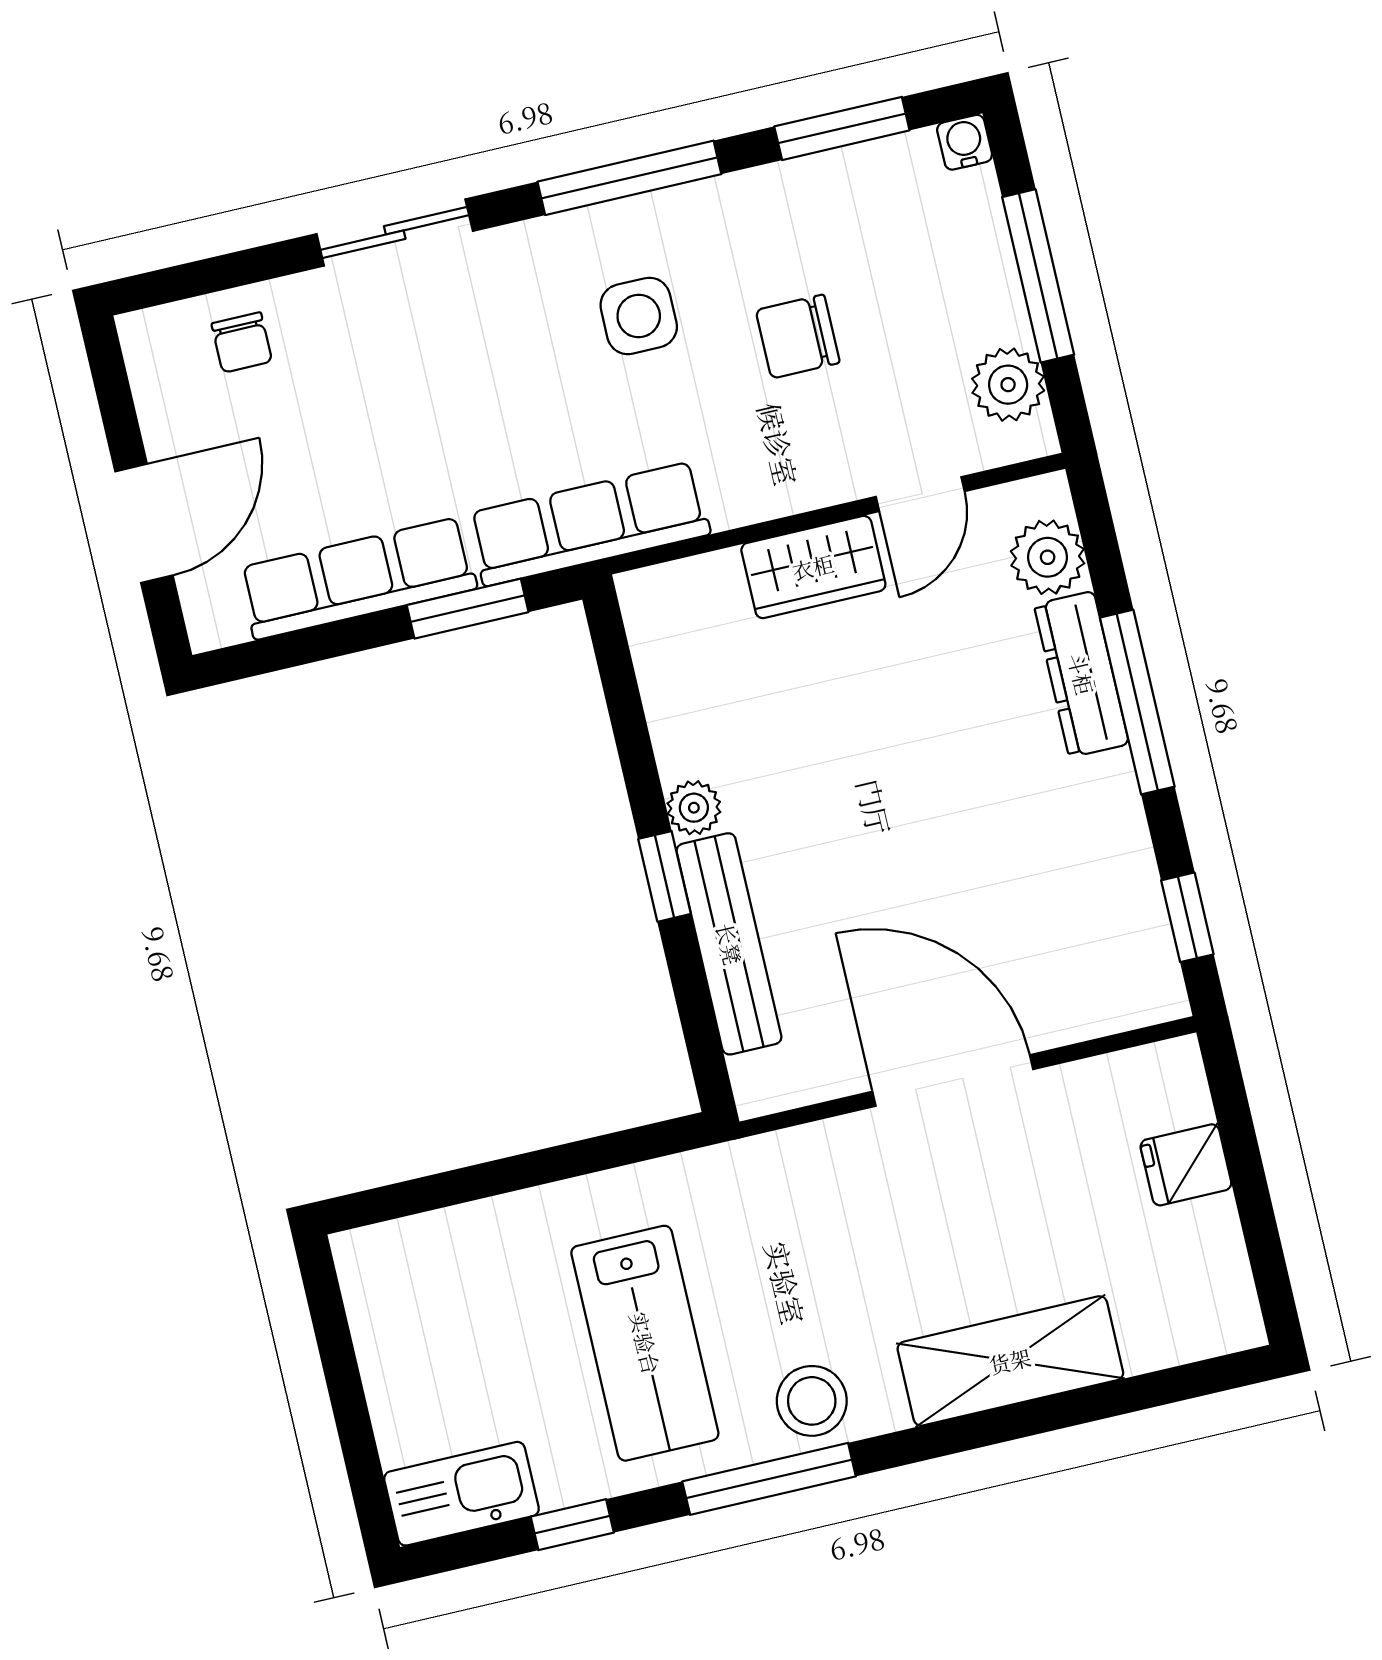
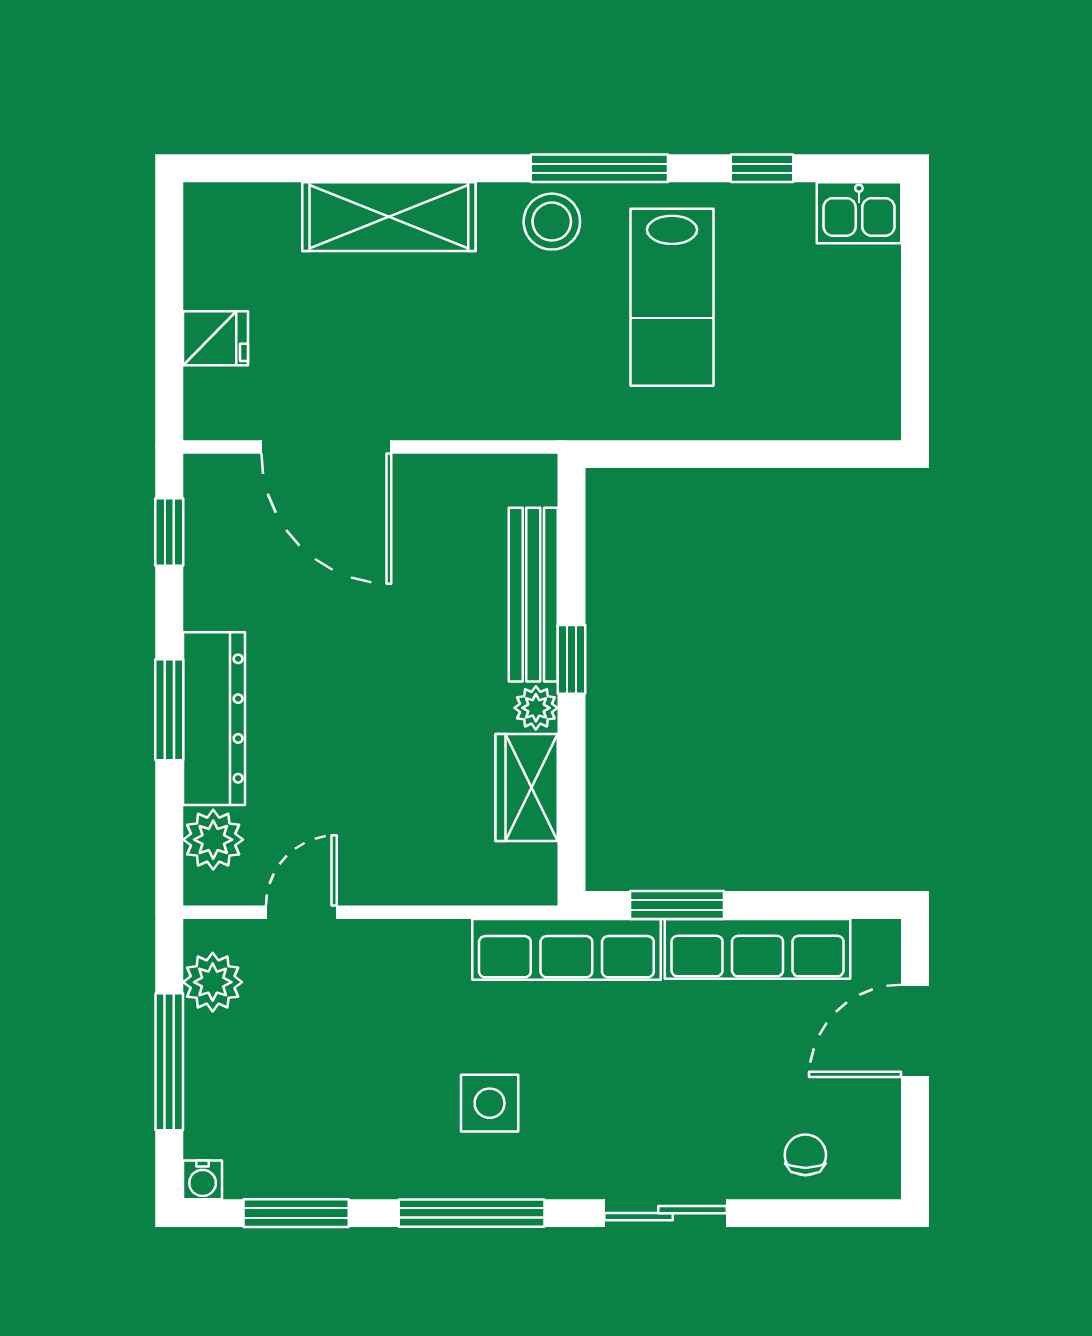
chair: (798, 336) -> (369, 1058), removed
wardrobe: (813, 567) -> (527, 787), moved, turned -90
dresser: (1081, 674) -> (214, 719), width x1.37, depth x1.24
window: (1137, 702) -> (169, 710), width x0.69
door: (953, 1080) -> (326, 447), moved
lab bench: (645, 1343) -> (672, 297), turned 180
kitchen sink: (461, 1494) -> (859, 213), width x0.73

